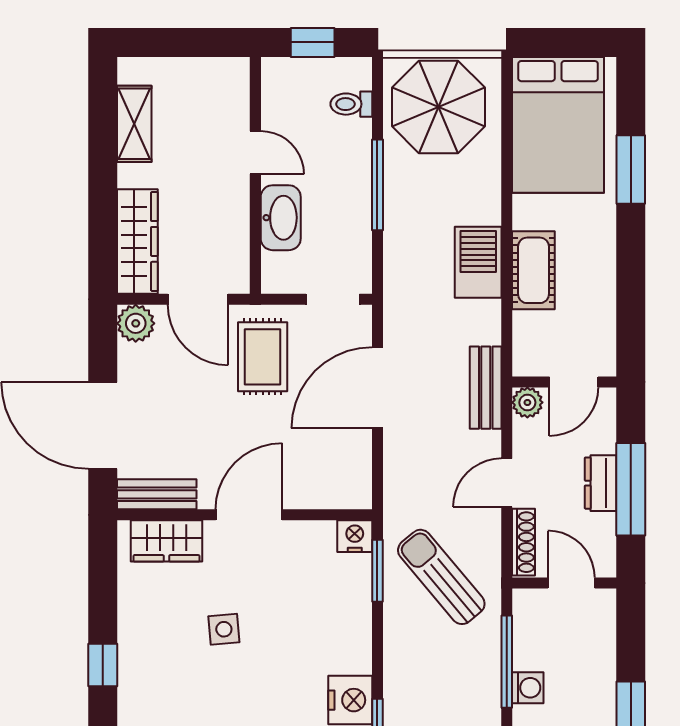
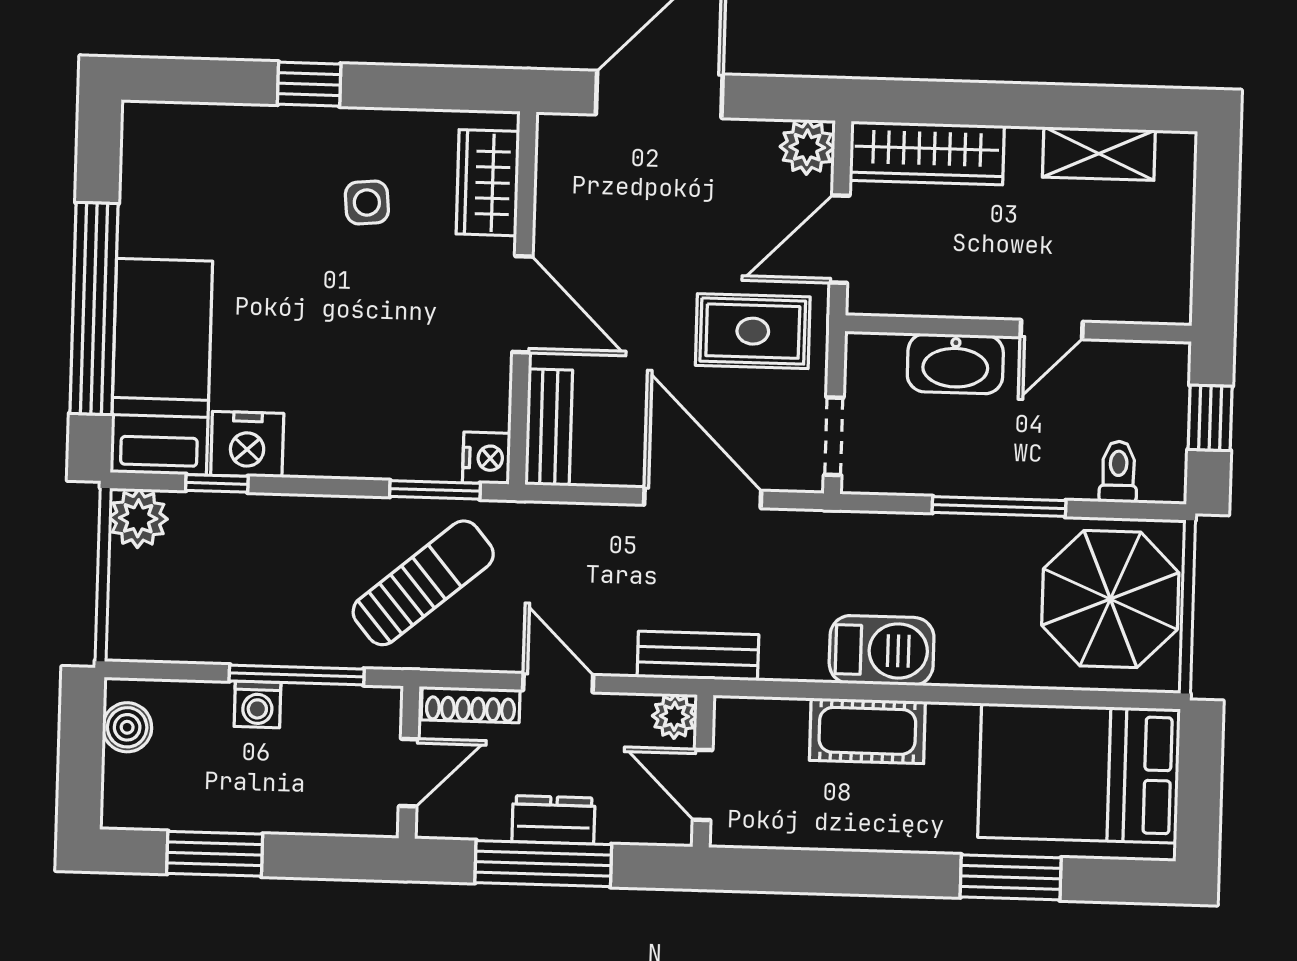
bench: (157, 494) -> (549, 427), moved
side table: (224, 629) -> (367, 202), moved

